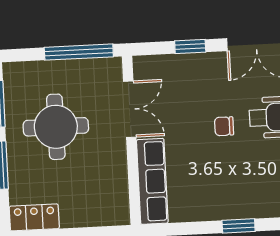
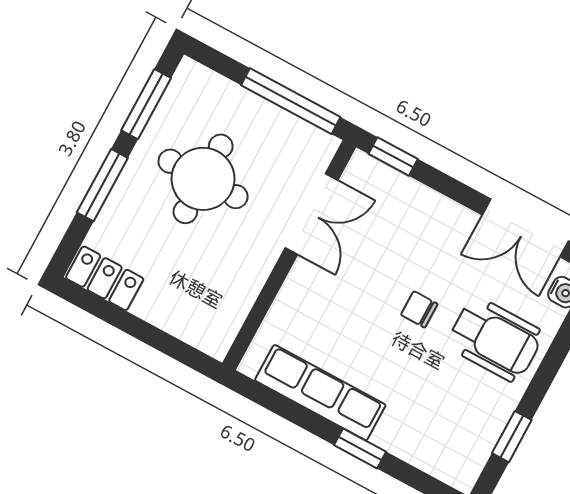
window: (190, 46) -> (393, 156), moved
row of seats: (152, 181) -> (320, 393), moved, turned -90

